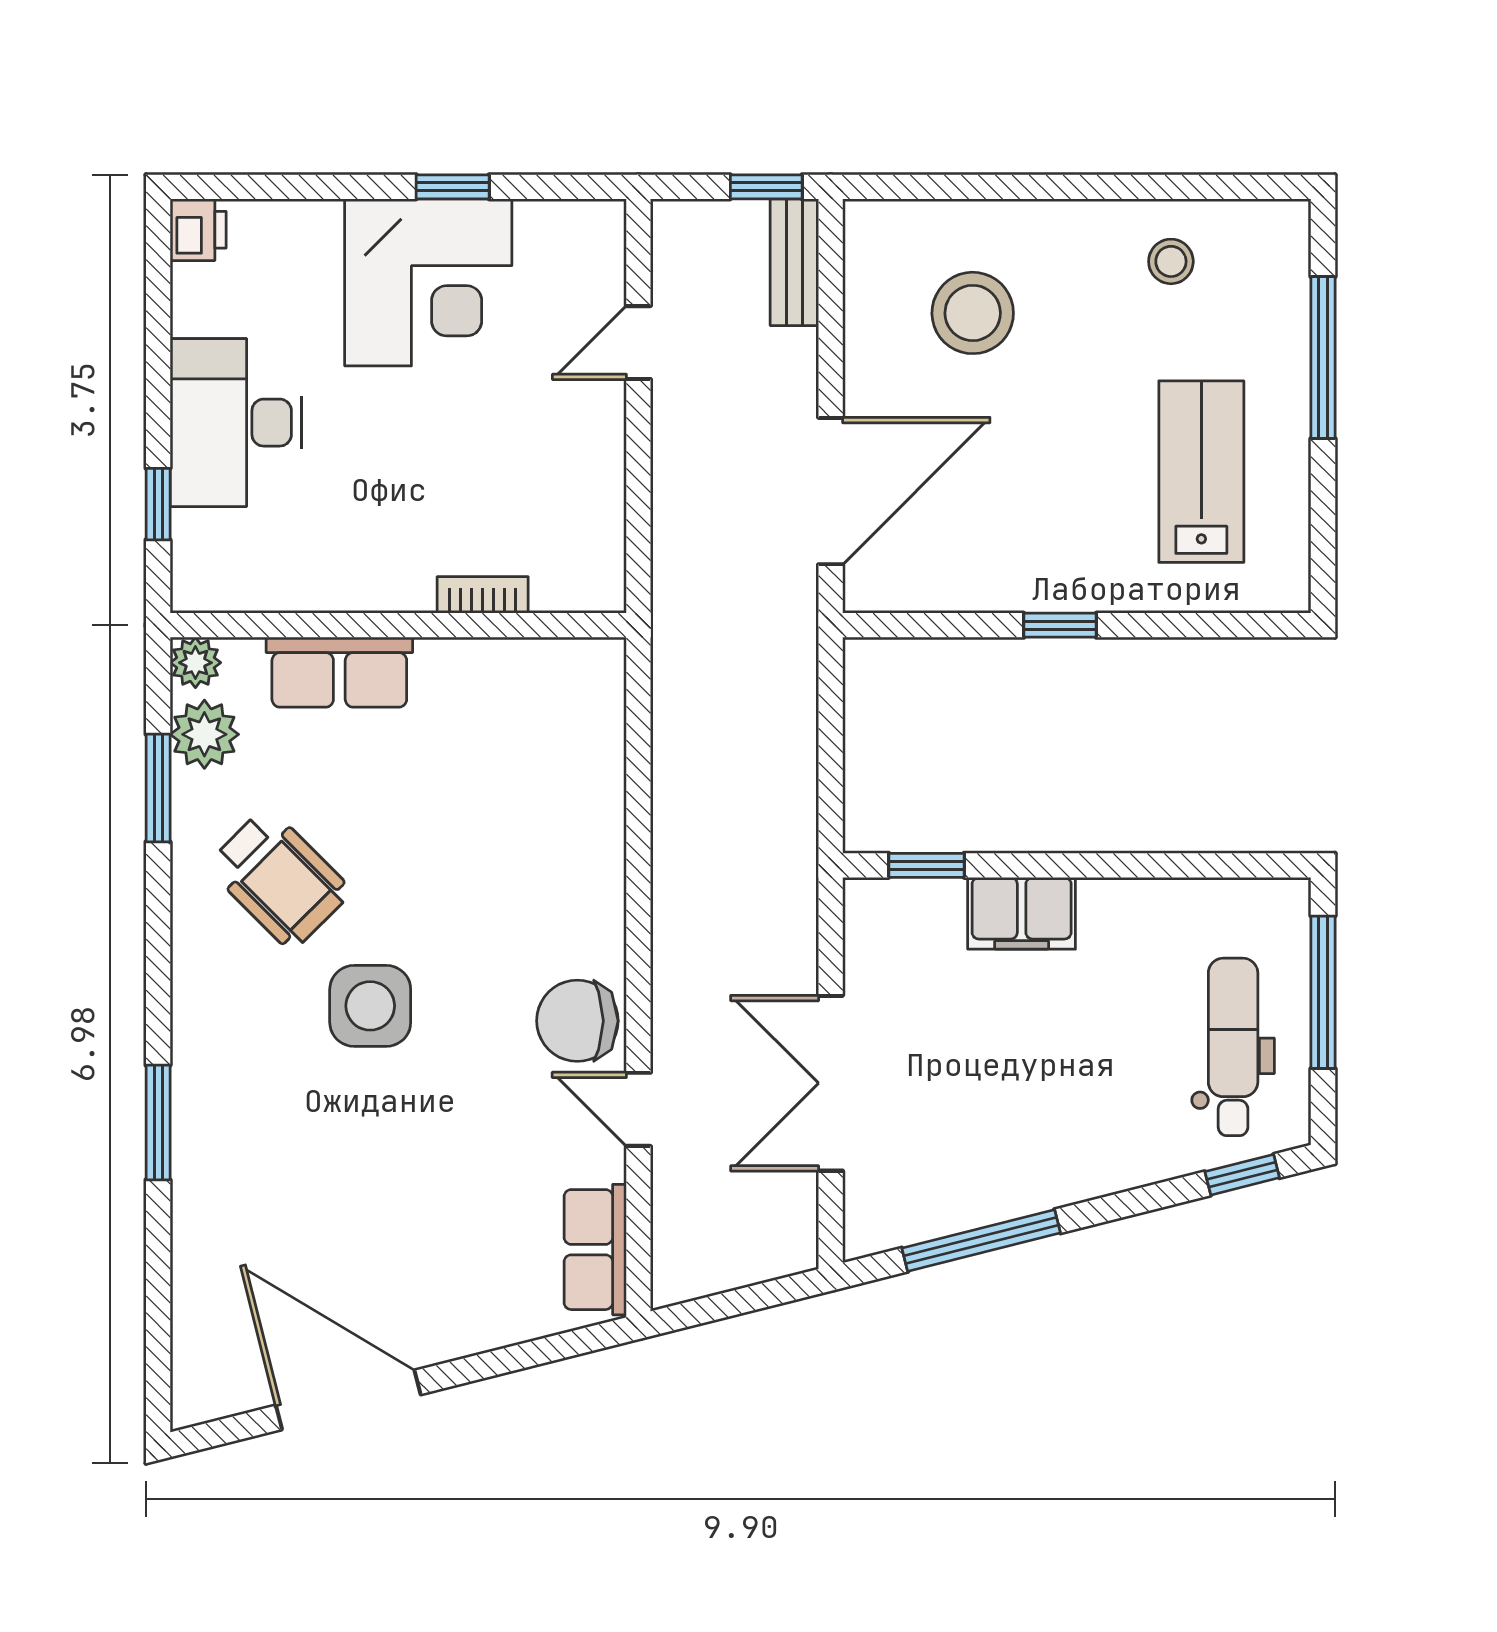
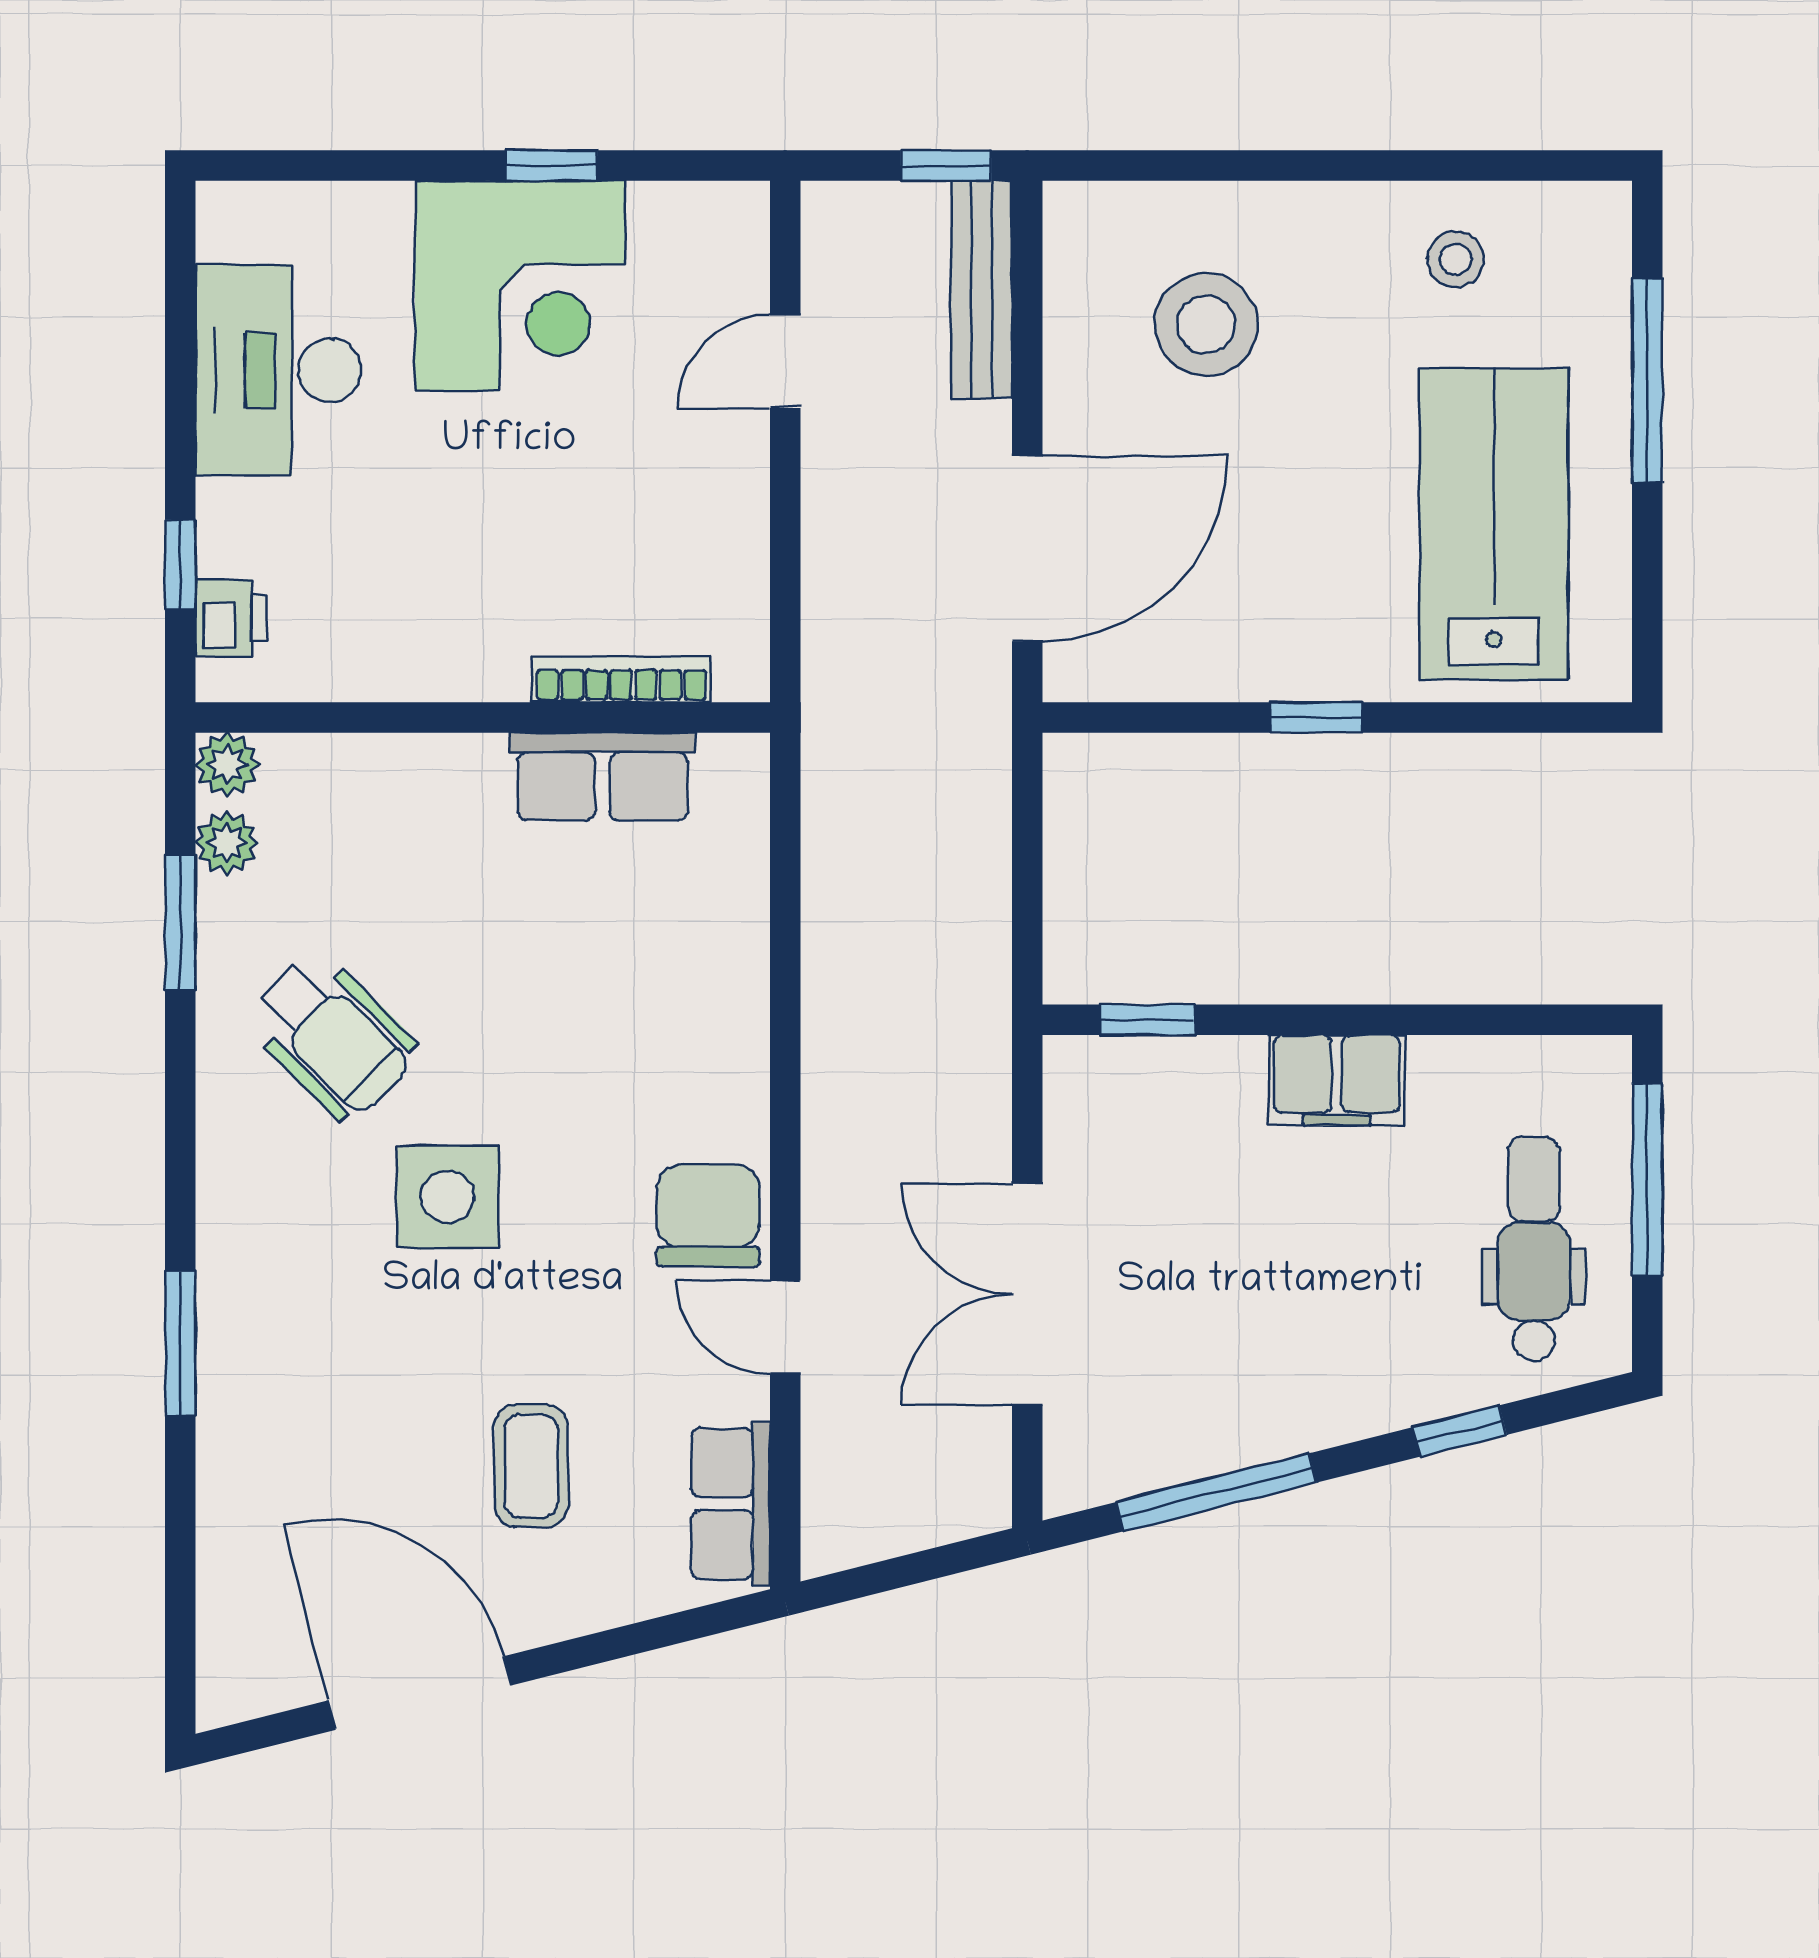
printer: (198, 230) -> (231, 618), moved
bench: (794, 262) -> (982, 289), width x1.36
desk: (236, 423) -> (278, 370), moved
lab bench: (1201, 472) -> (1494, 524), width x1.36, depth x1.39
bookcase: (483, 595) -> (621, 679), width x1.56
row of seats: (339, 672) -> (602, 777), moved
plant: (204, 734) -> (227, 843), width x0.73, depth x0.73
filing cabinet: (1022, 913) -> (1337, 1080), moved
chair: (577, 1021) -> (708, 1216), turned 90
window: (1242, 1175) -> (1460, 1431), moved
coffee table: (437, 1220) -> (531, 1466), added

